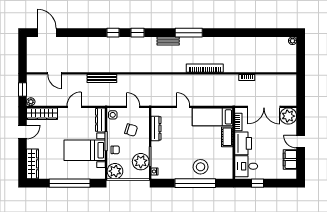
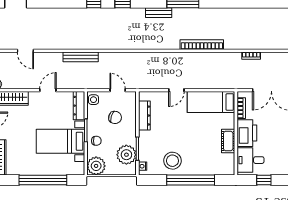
door: (183, 107) -> (176, 90), swing flipped
cot: (227, 137) -> (228, 141), moved
stool: (201, 167) -> (172, 161), moved

